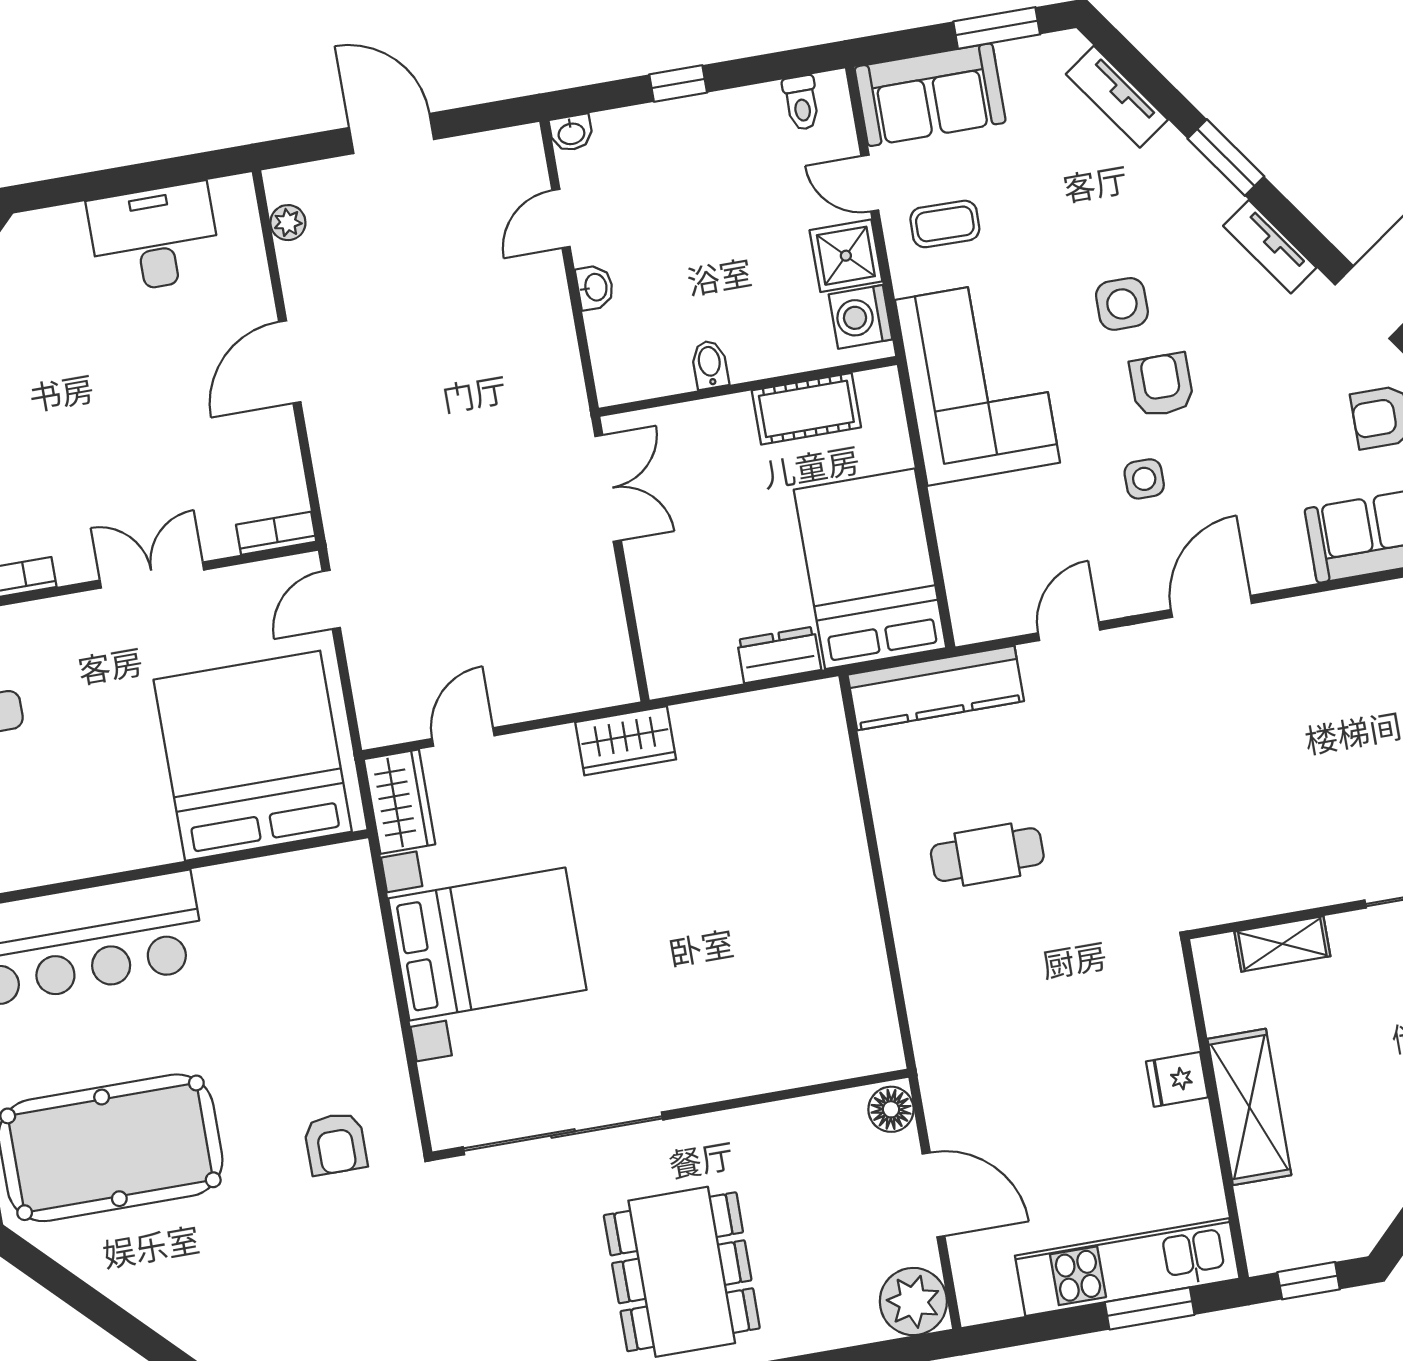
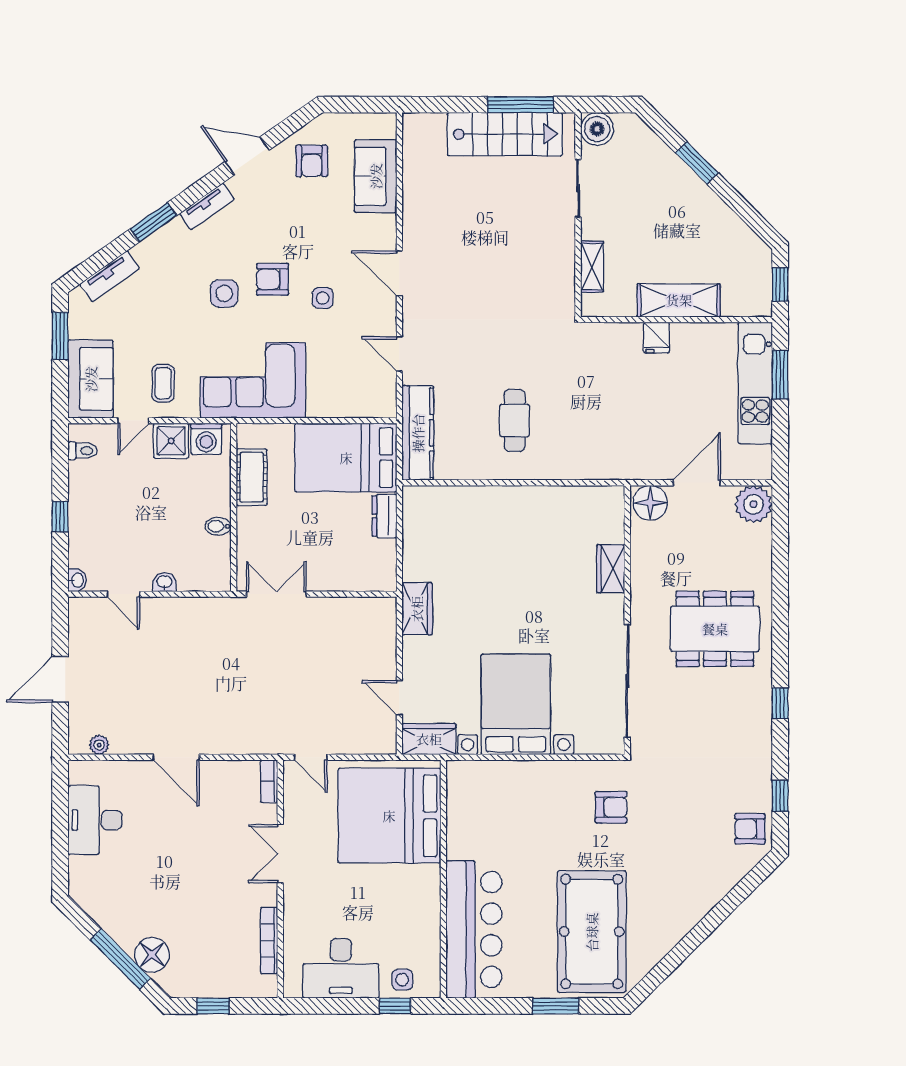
wardrobe: (756, 1070) -> (611, 569), added
floor lamp: (891, 1109) -> (650, 503), width x1.38, depth x1.38

